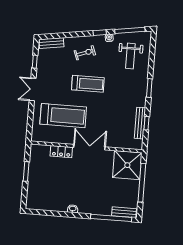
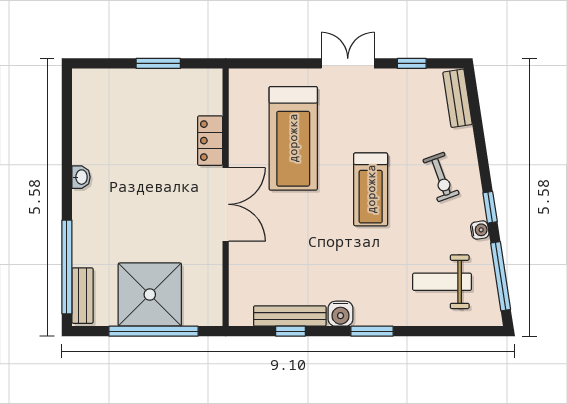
water cooler: (141, 101) -> (341, 314), added
shower: (127, 165) -> (150, 295), moved

